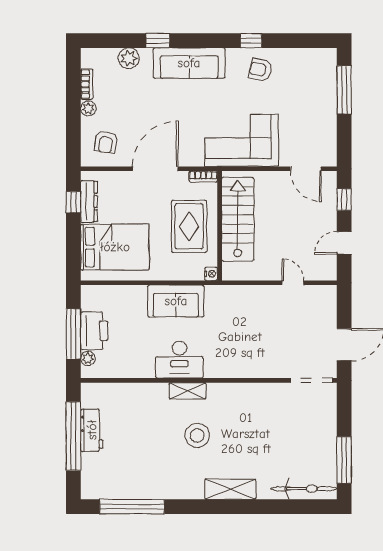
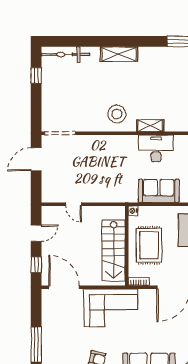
door: (306, 169) -> (64, 287), width x1.36
stool: (197, 435) -> (117, 114), moved
window: (344, 460) -> (36, 75), width x0.46

